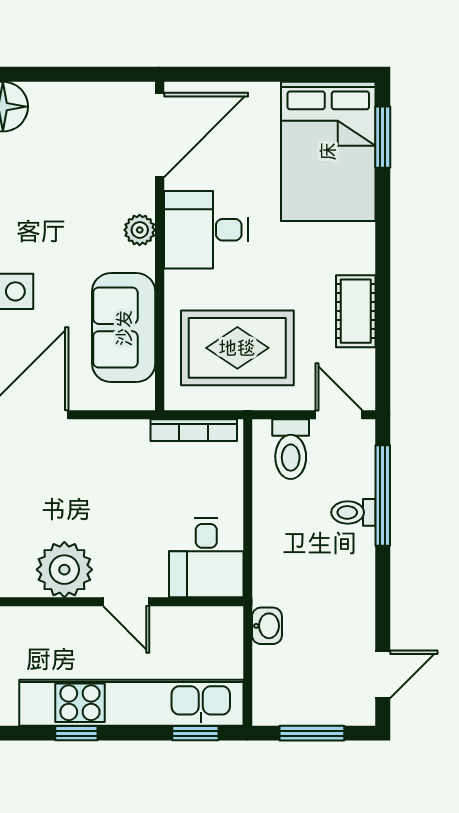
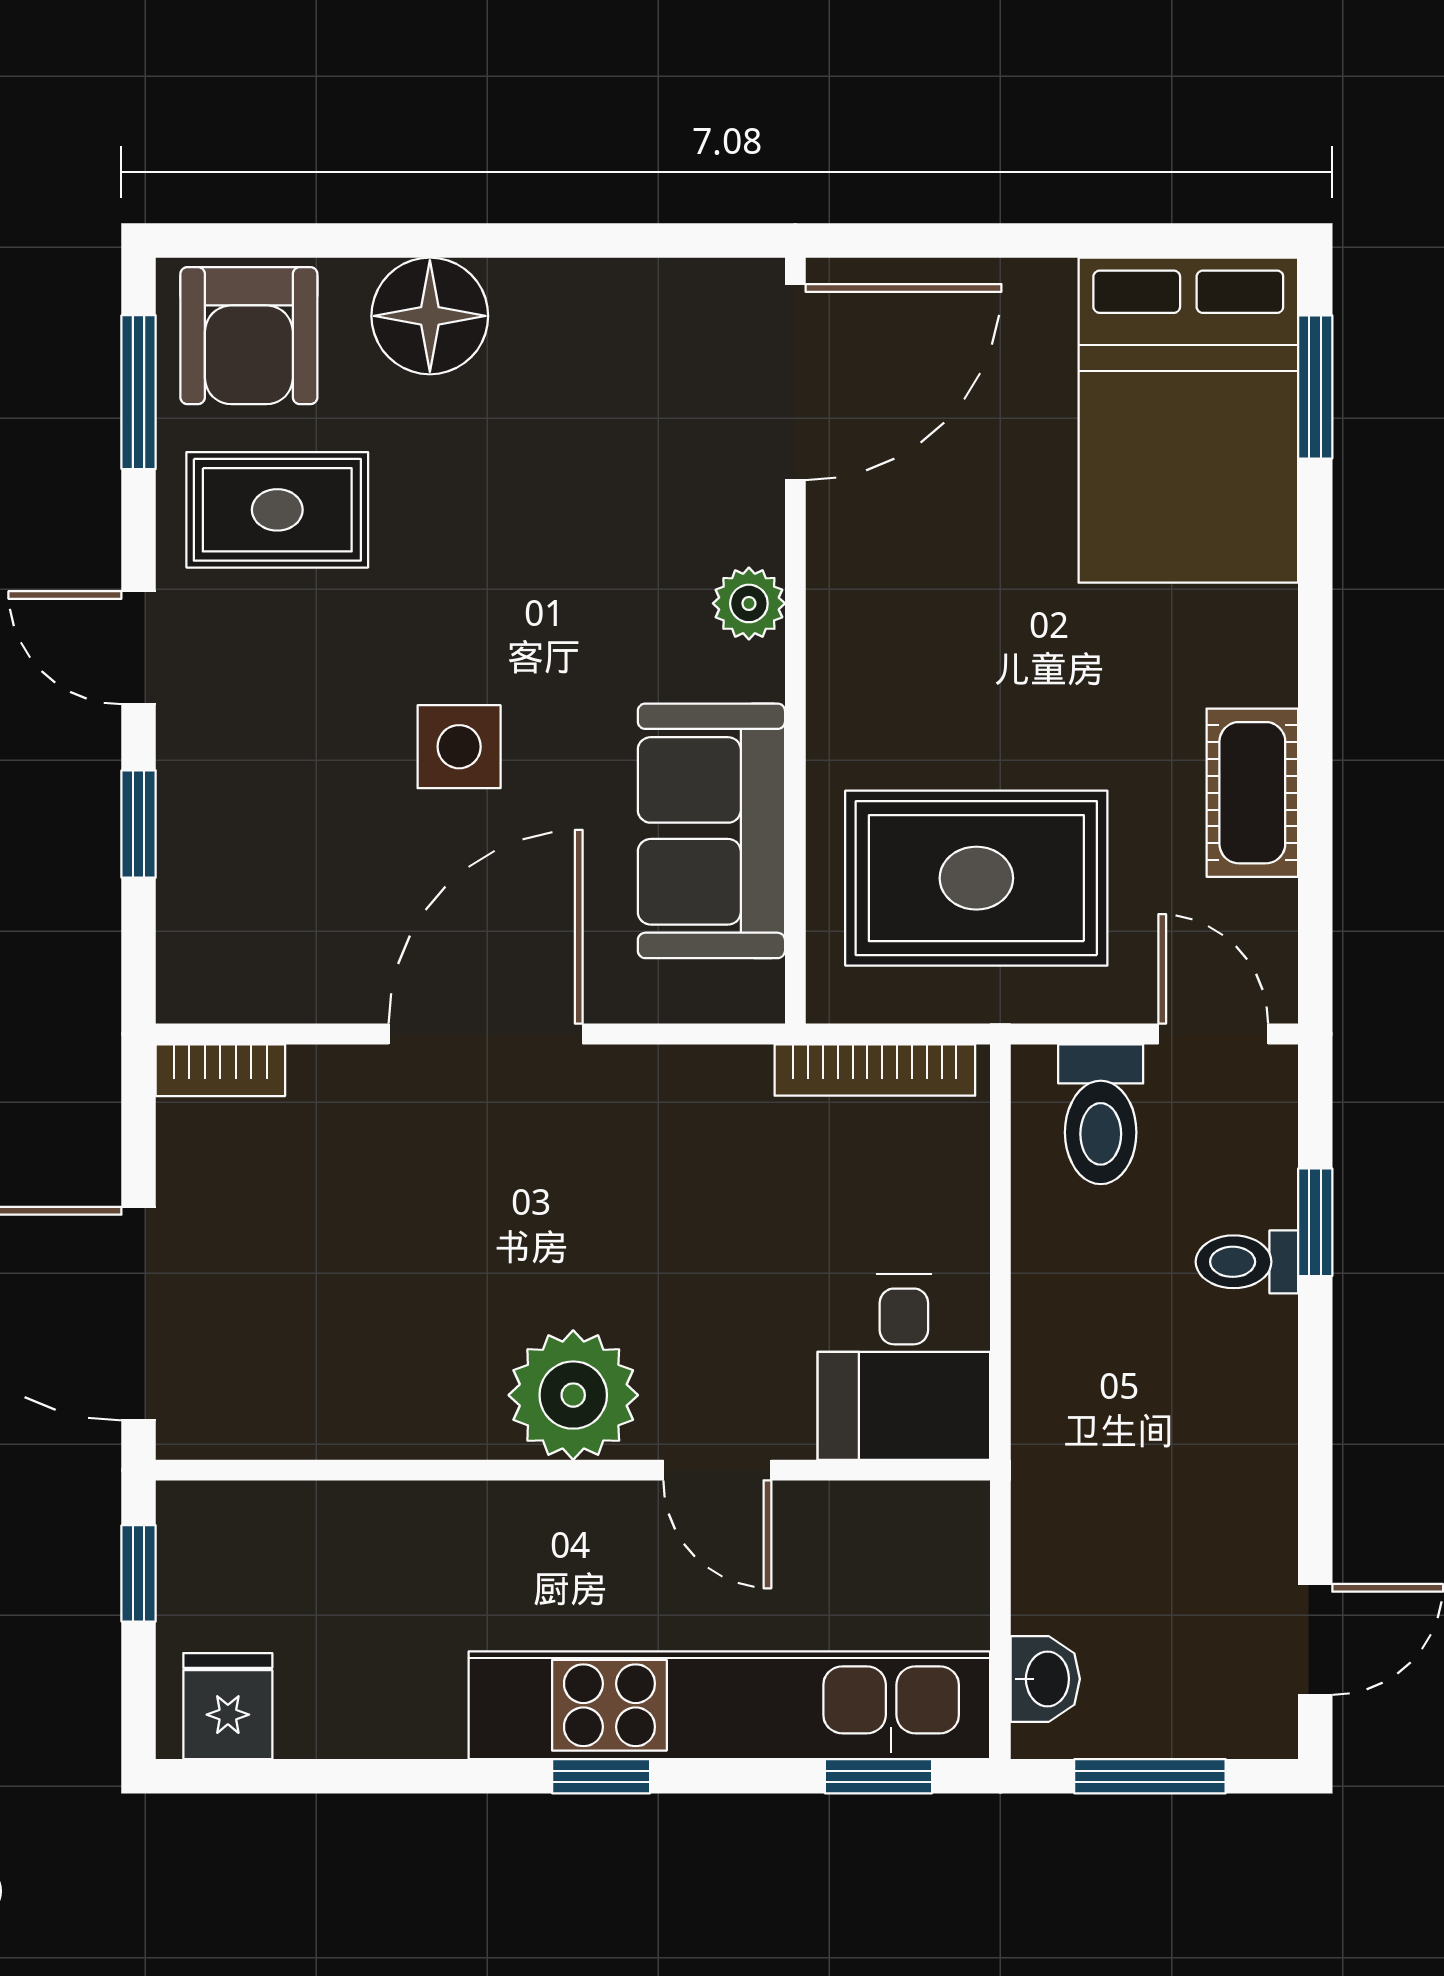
desk: (206, 230) -> (903, 603), removed
window: (383, 495) -> (1315, 1222), width x0.46
washbasin: (267, 626) -> (1045, 1679), moved

